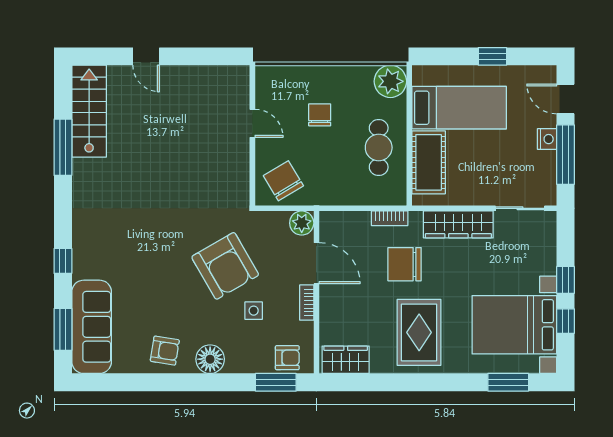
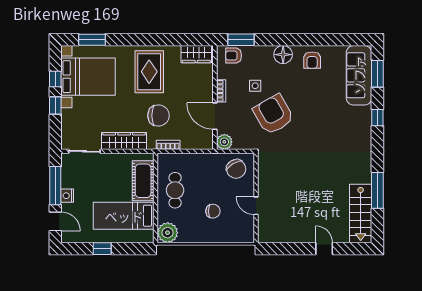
chair: (320, 115) -> (213, 211), turned -90
armchair: (165, 351) -> (312, 60), turned -99

